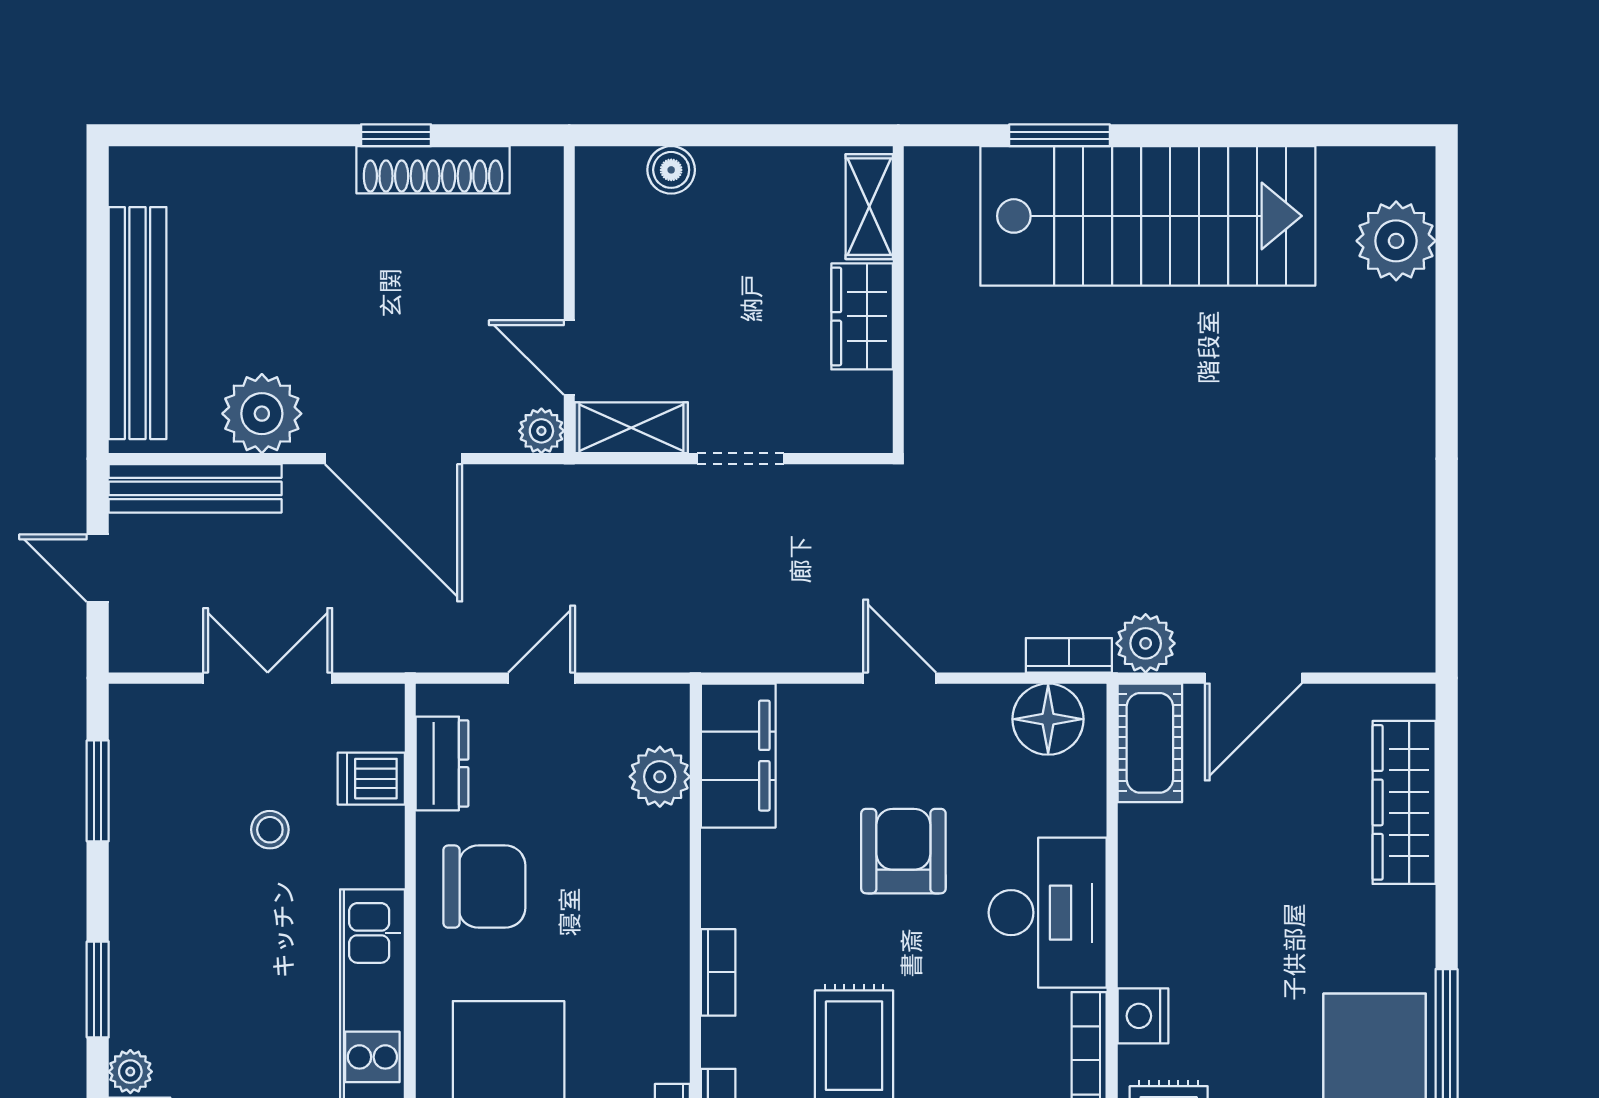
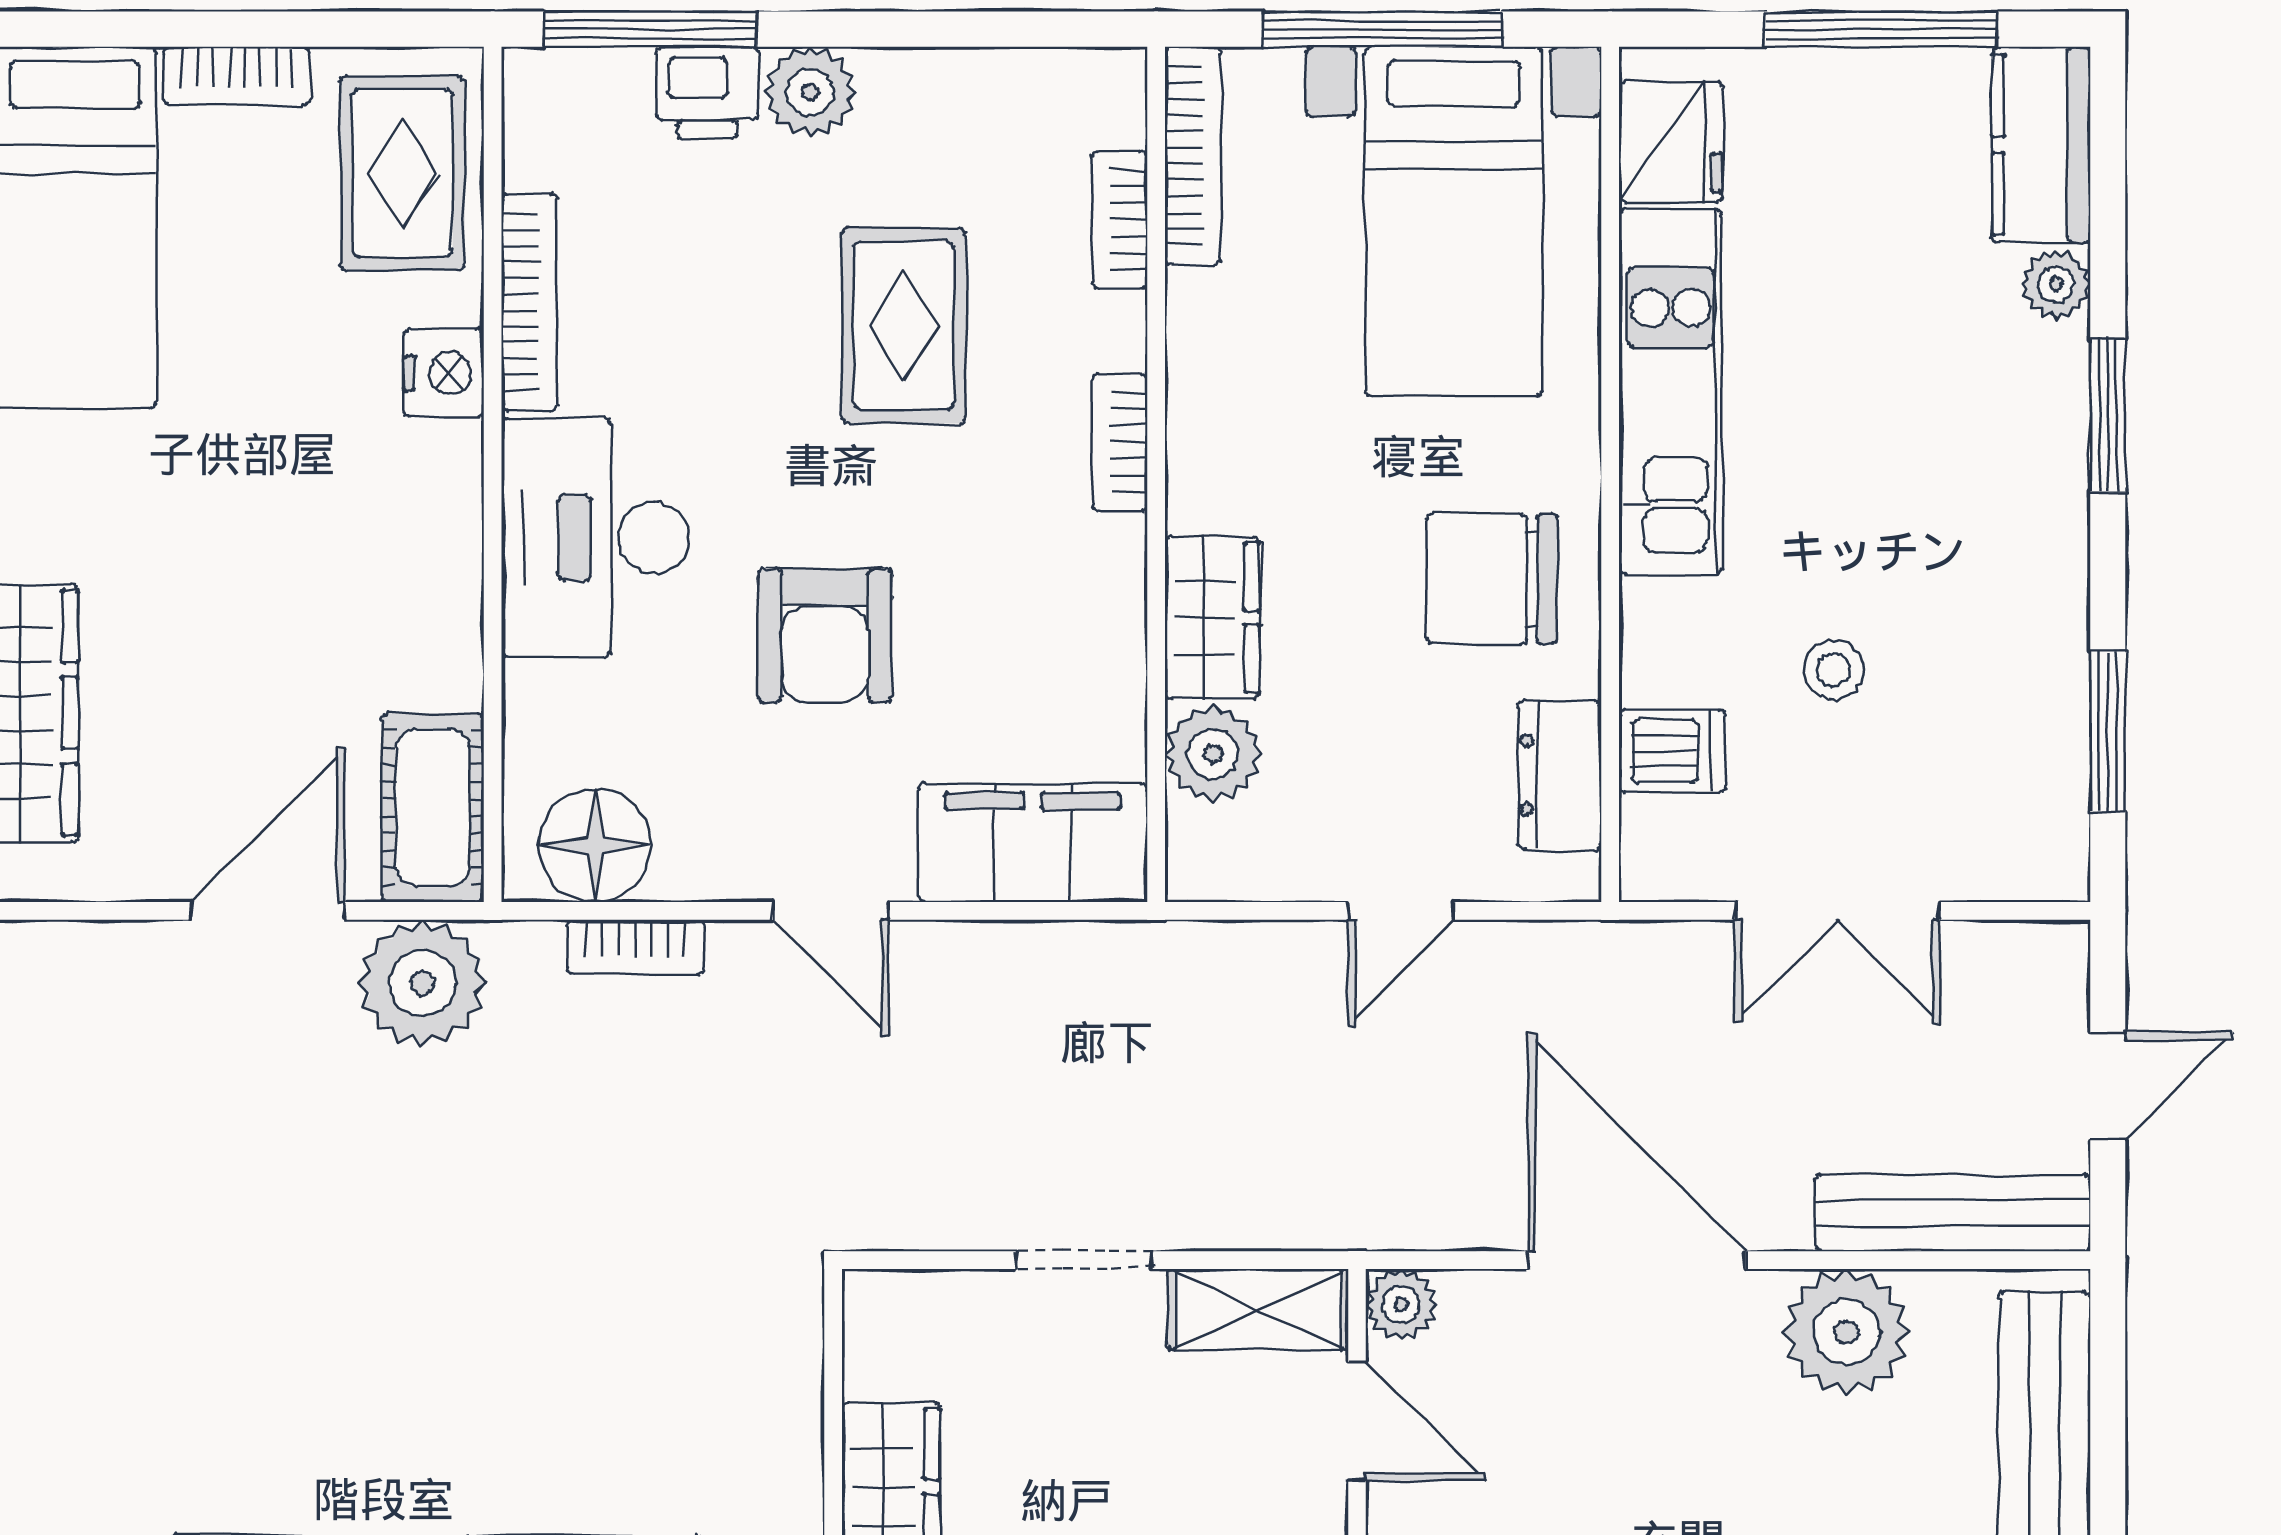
door: (98, 568) -> (2108, 1086), hinge flipped
plant: (1146, 643) -> (422, 983), width x1.36, depth x1.36
bookcase: (1069, 655) -> (635, 947), moved
filing cabinet: (738, 756) -> (1033, 843), moved, turned 90
wardrobe: (660, 862) -> (1212, 617), added

